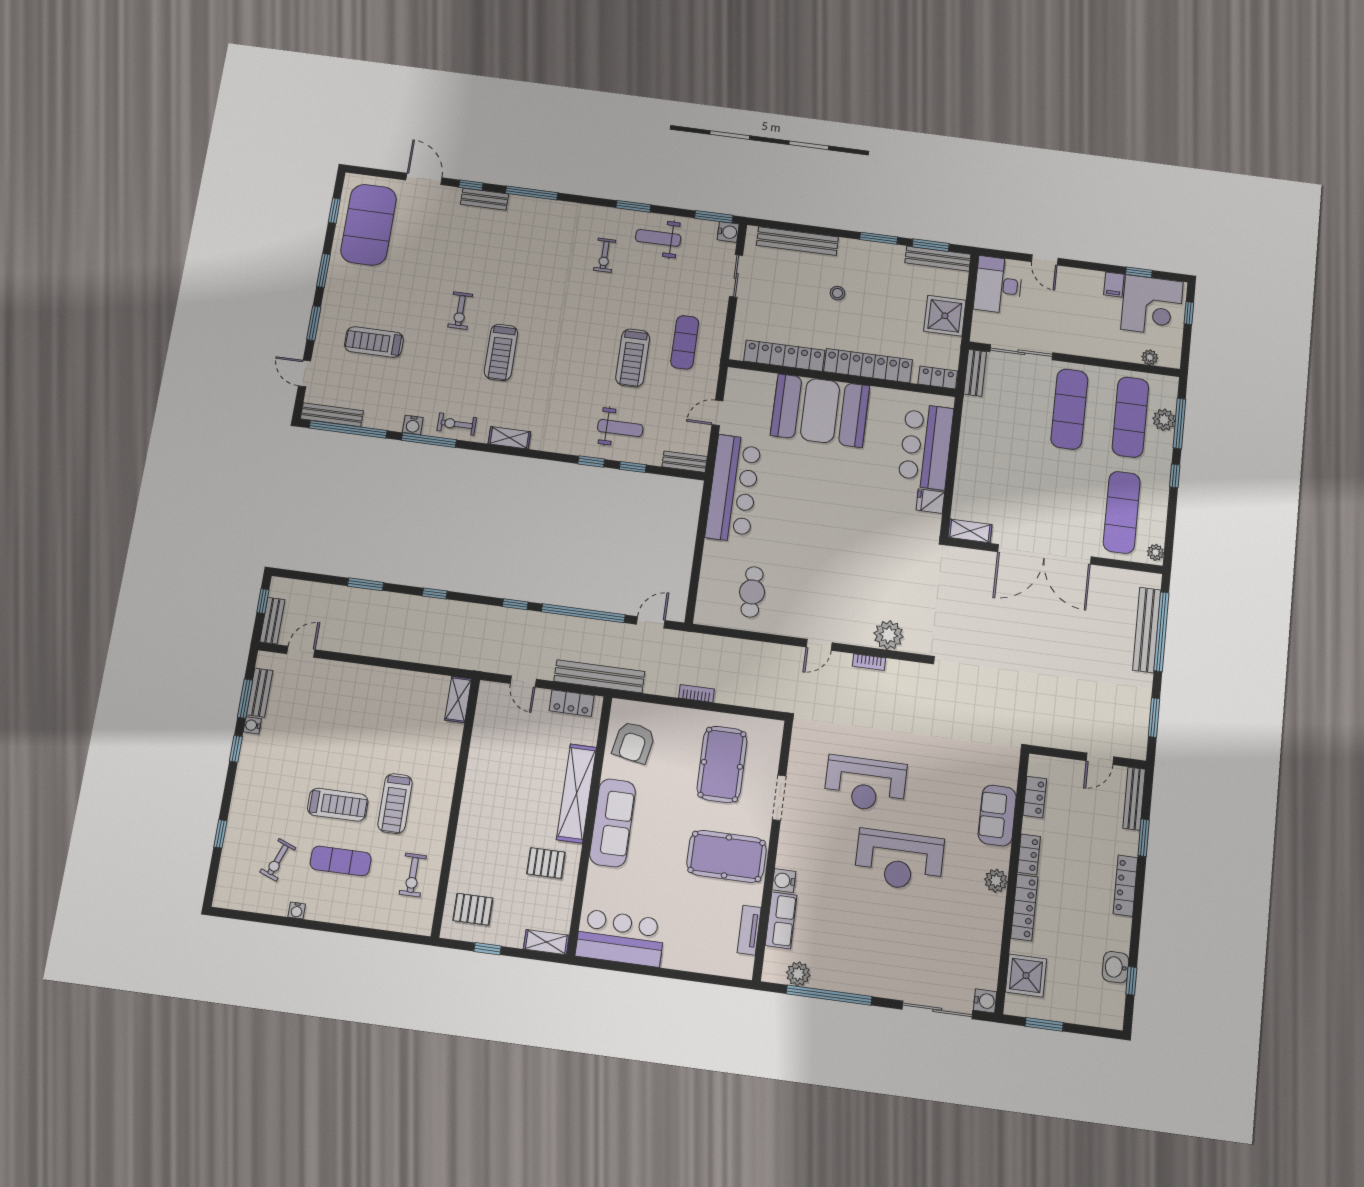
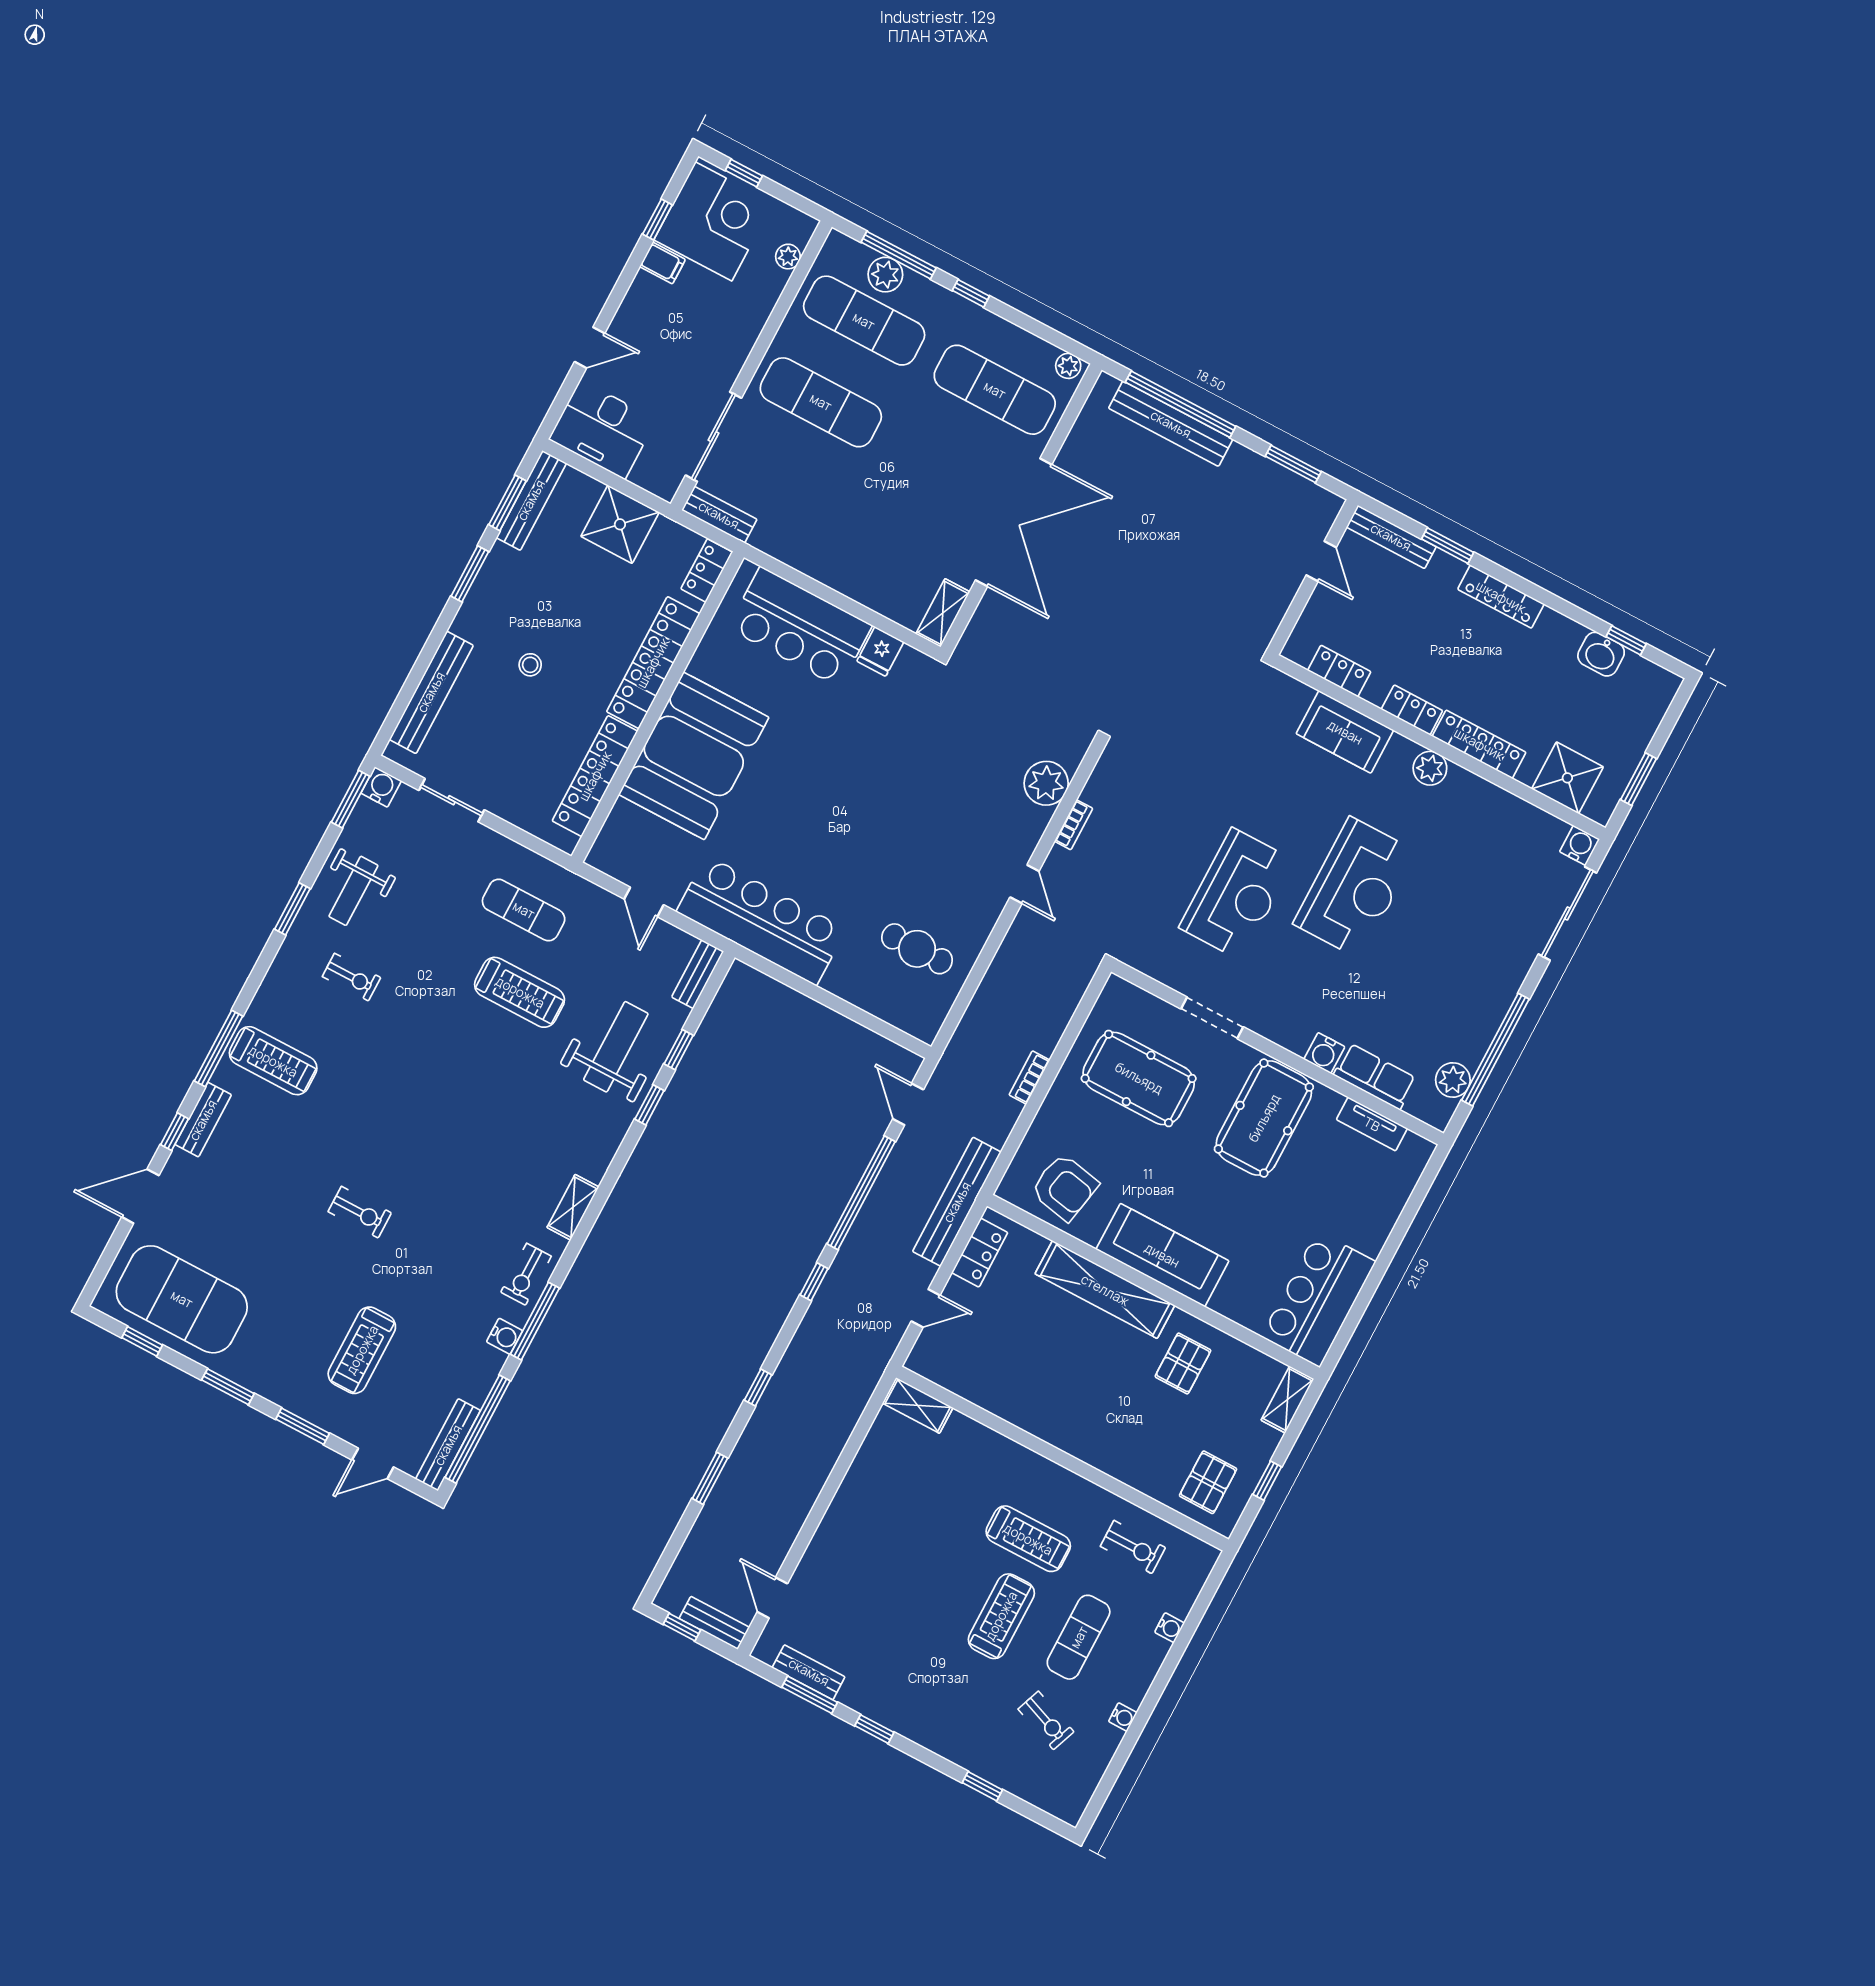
treadmill: (501, 352) -> (273, 1061), moved
weight bench: (620, 428) -> (616, 1047), width x1.36, depth x1.33
water cooler: (252, 725) -> (1170, 1628), moved, turned -90

